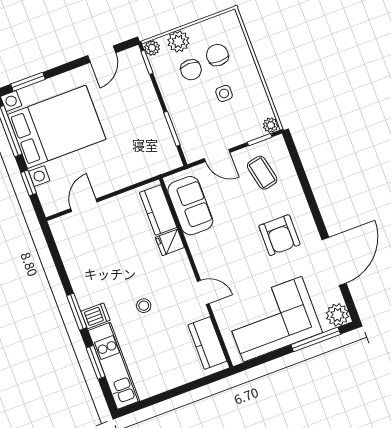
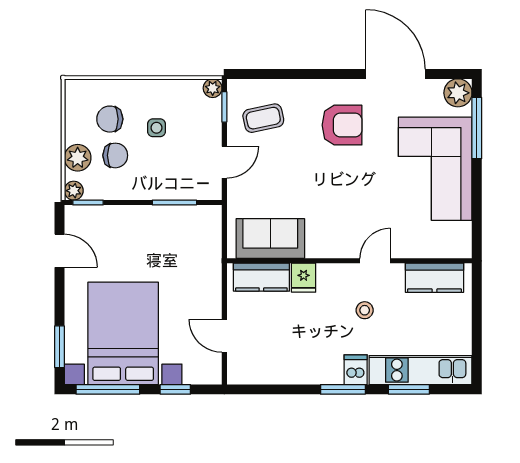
sofa: (190, 206) -> (270, 239), moved
kitchen counter: (158, 210) -> (261, 277), moved
fridge: (170, 242) -> (304, 278), moved
wall: (196, 273) -> (349, 261), moved
door: (203, 292) -> (375, 261), moved
kitchen counter: (207, 343) -> (435, 278), moved

